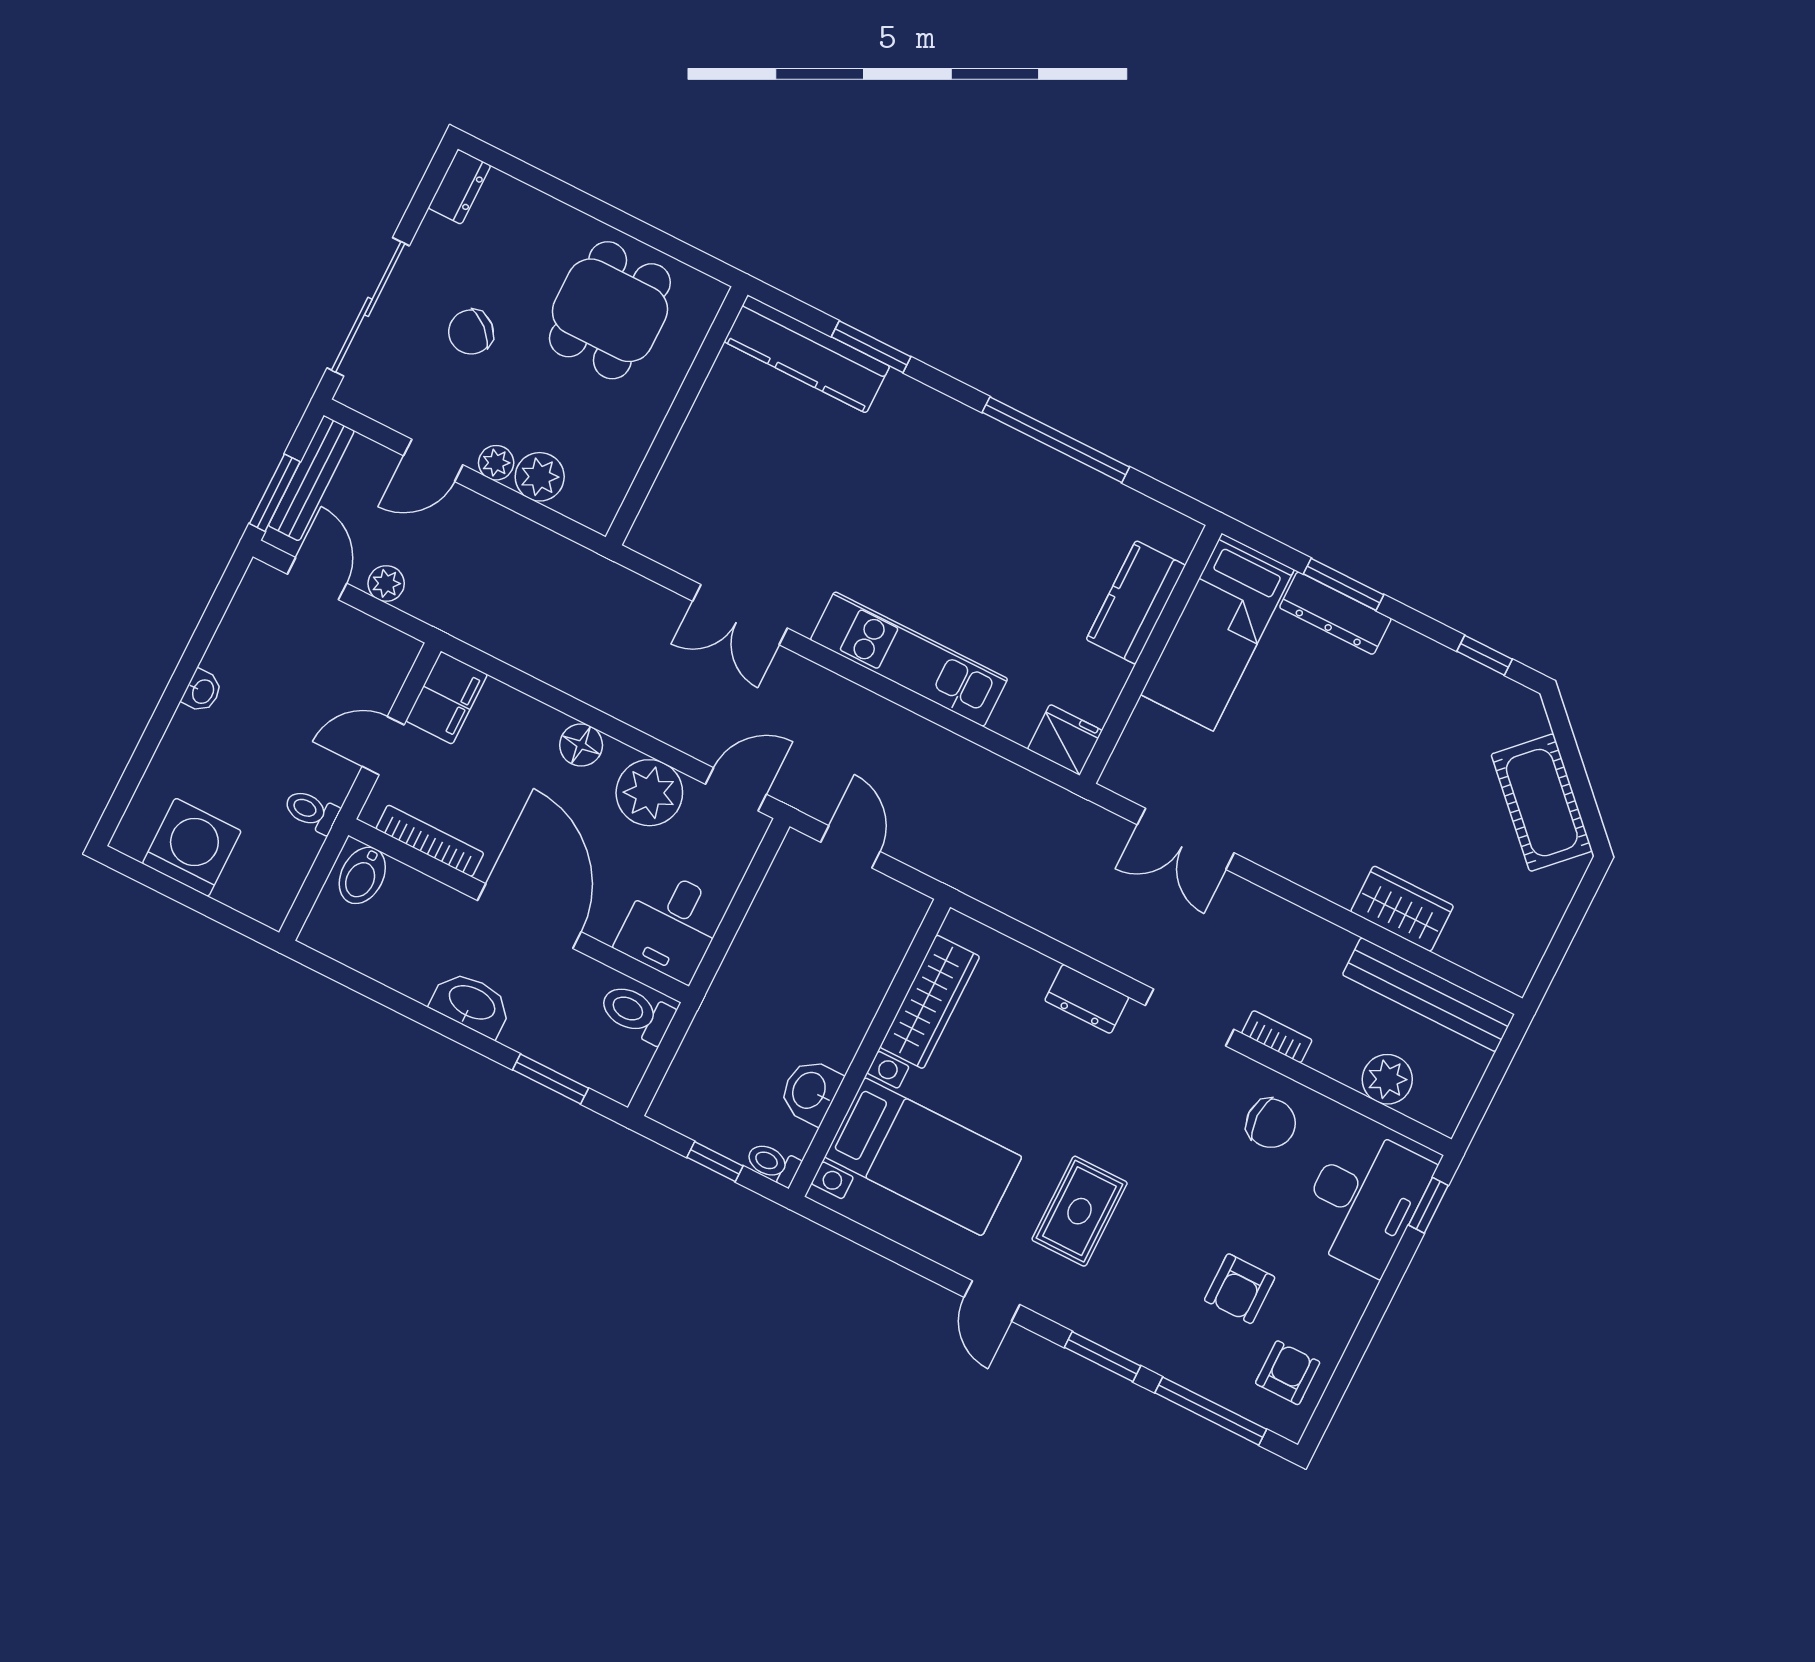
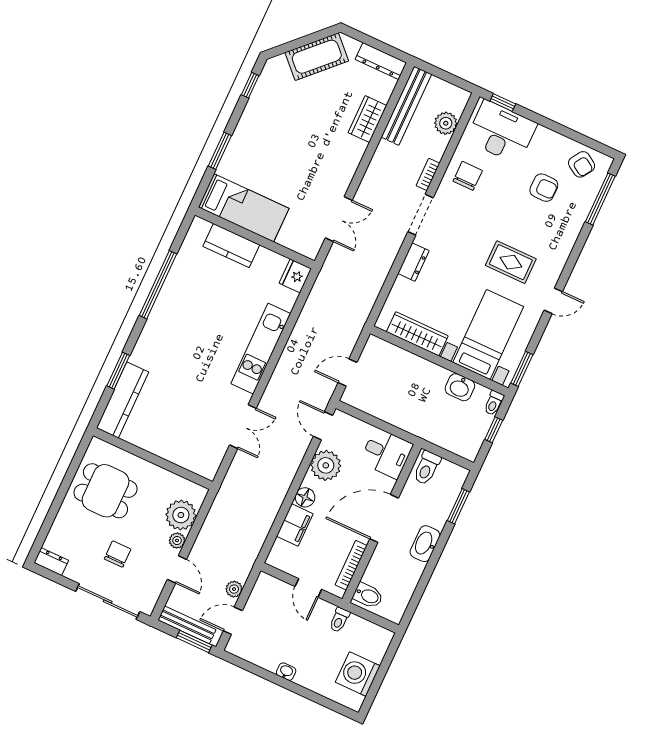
chair: (471, 332) -> (118, 554), turned -132
plant: (540, 477) -> (181, 515), width x1.36, depth x1.36
dresser: (1335, 613) -> (381, 61), moved, turned 90
filing cabinet: (447, 698) -> (295, 525), moved, turned 90
window: (1103, 1357) -> (522, 369), moved
armchair: (1288, 1373) -> (582, 164), turned -147

